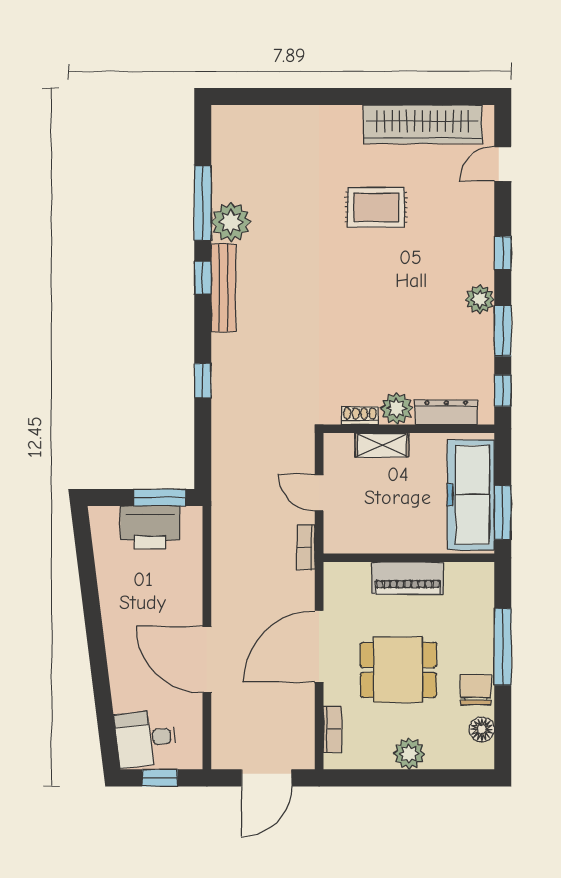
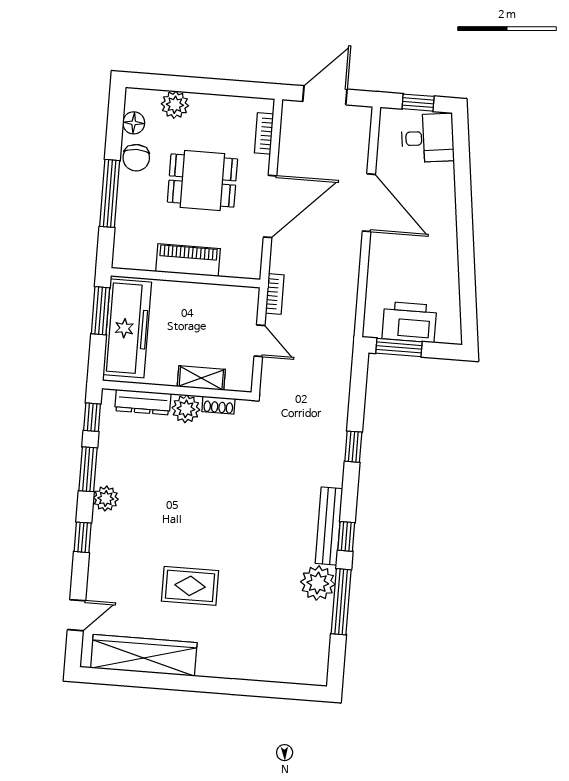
plant: (409, 754) -> (175, 105), moved

